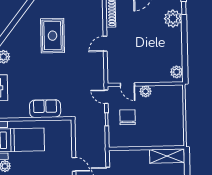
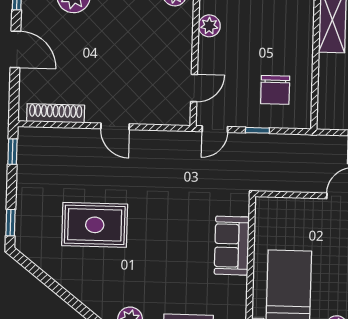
plant: (146, 91) -> (209, 26), moved
chair: (128, 117) -> (275, 90), moved, turned -90

